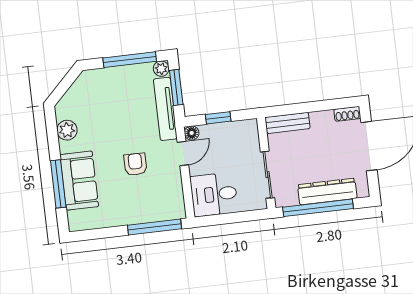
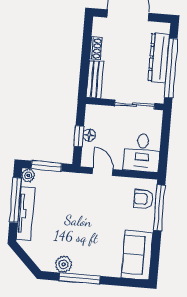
tv unit: (165, 109) -> (26, 213), moved, turned -90
shoe rack: (347, 114) -> (96, 48), moved
floor lamp: (192, 133) -> (89, 135), moved
armchair: (135, 164) -> (143, 199), moved
sofa: (79, 181) -> (137, 255), moved, turned -90
window: (58, 184) -> (80, 278), moved

